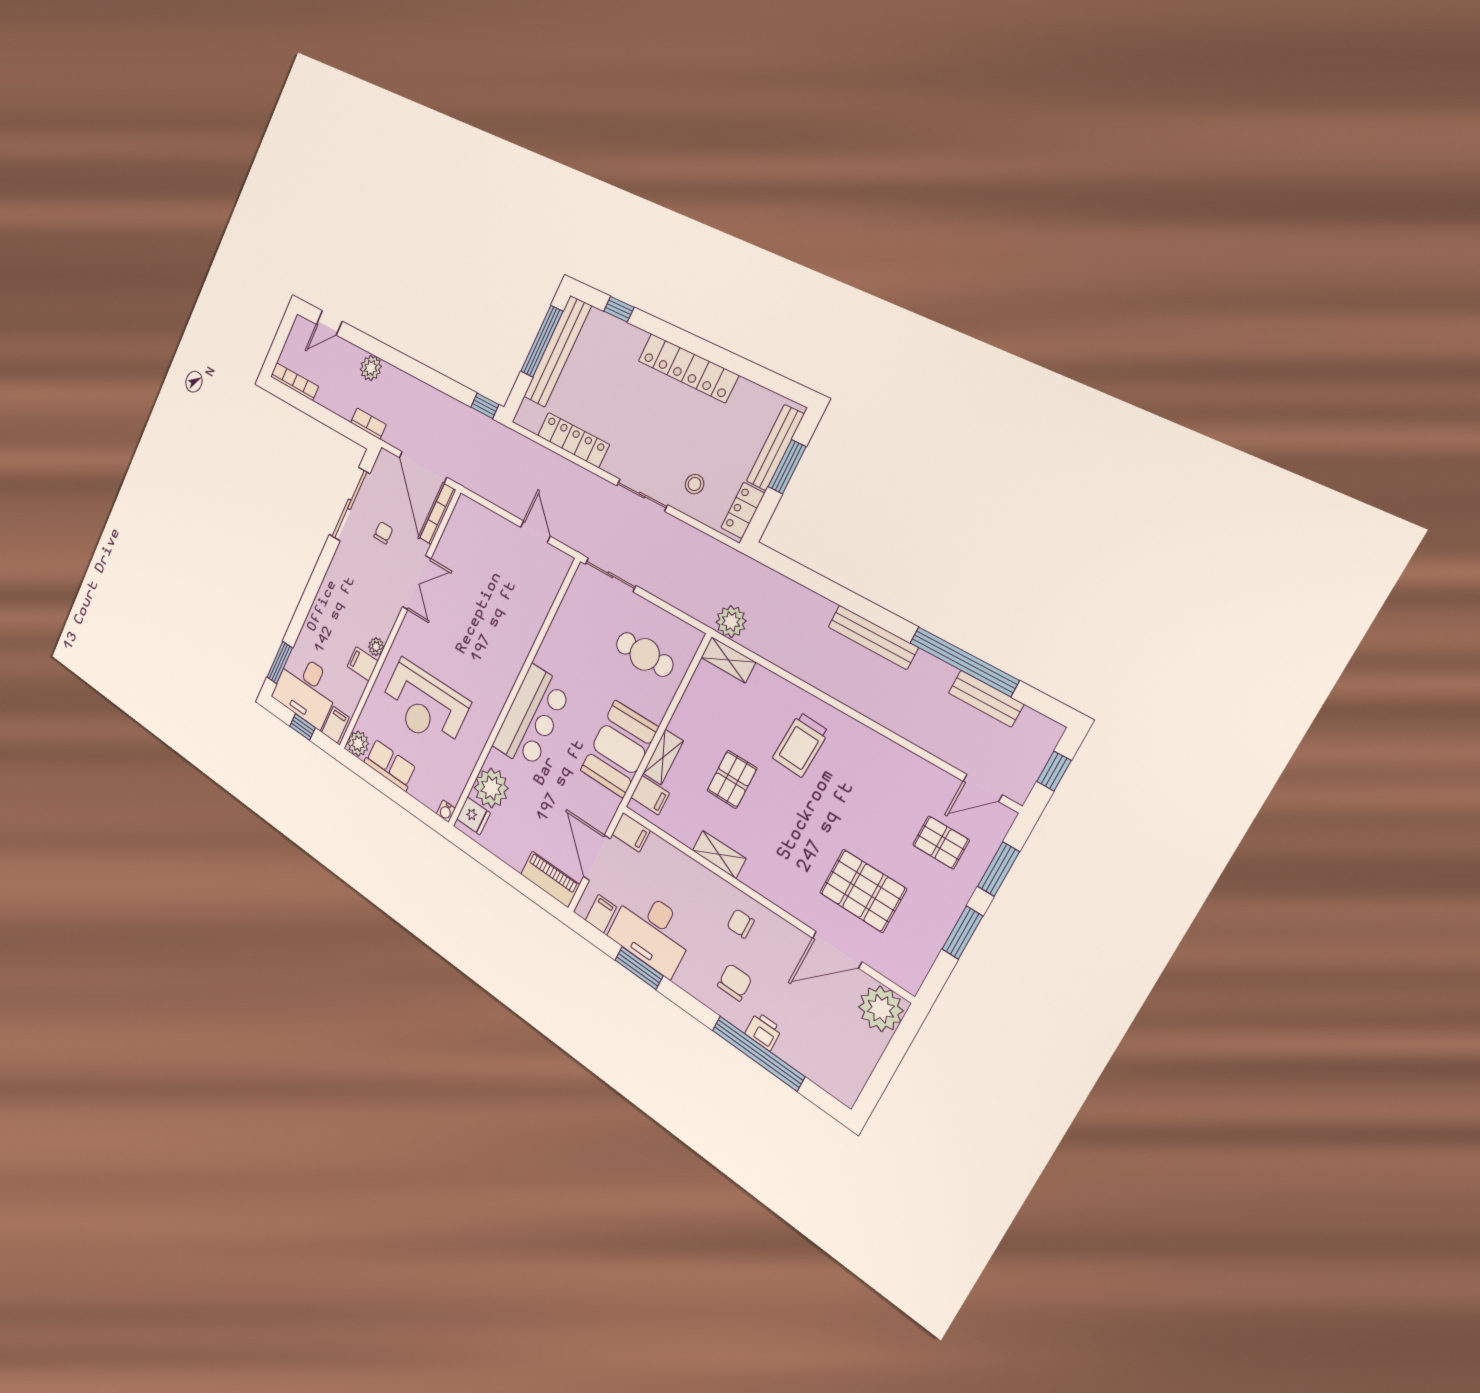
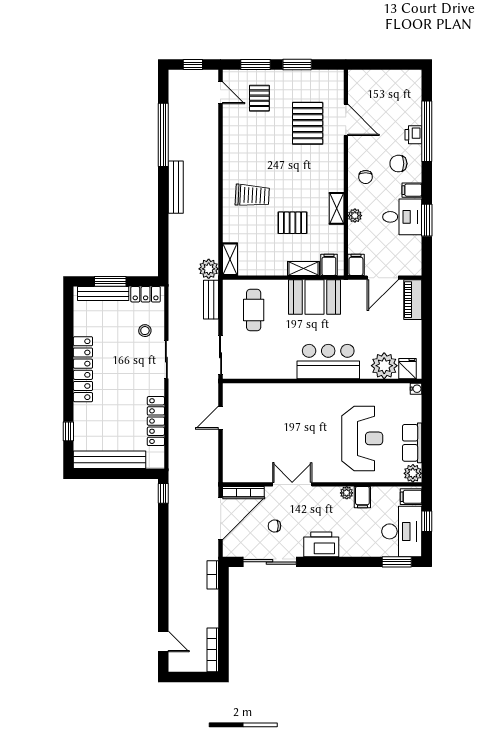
window: (542, 341) -> (108, 474), removed
plant: (371, 368) -> (178, 592), removed
printer: (338, 581) -> (321, 544), added
bench: (986, 699) -> (211, 300), moved
filing cabinet: (601, 914) -> (412, 190), moved
desk: (652, 932) -> (402, 217), width x0.73
plant: (881, 1009) -> (355, 216), moved, width x0.53, depth x0.53

